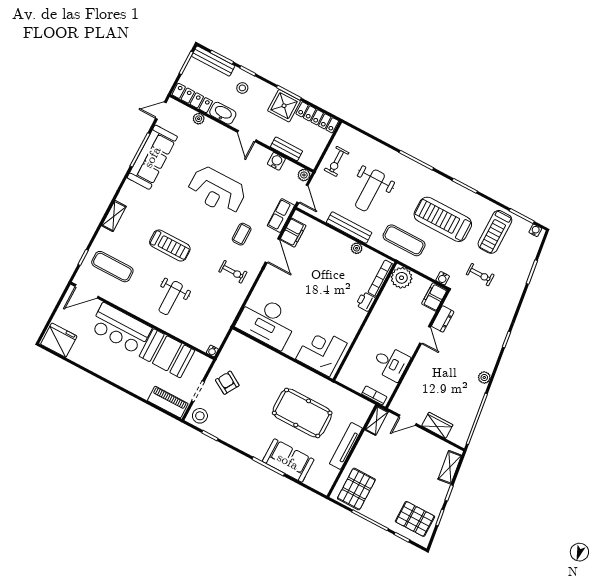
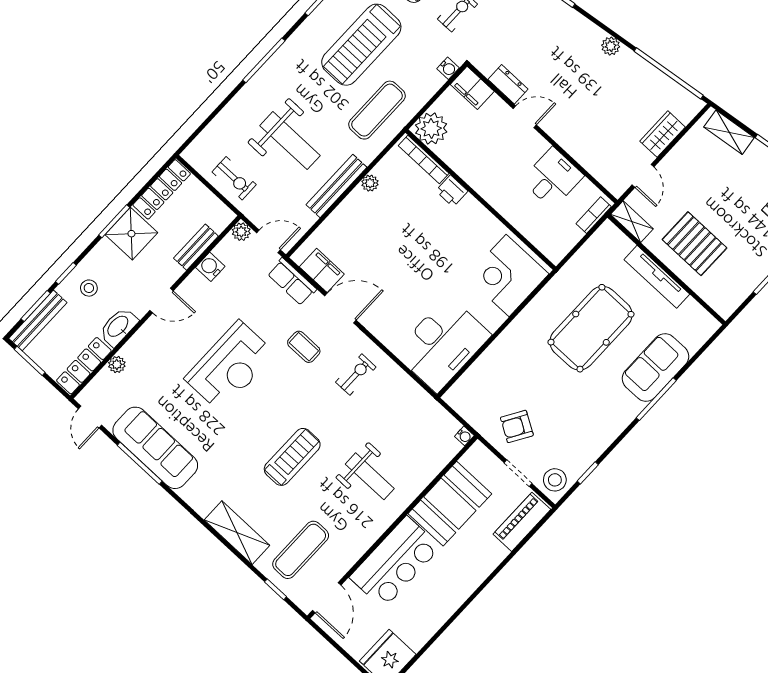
shelving: (114, 216) -> (237, 533), width x1.50, depth x1.33
pallet: (356, 489) -> (694, 244), moved

